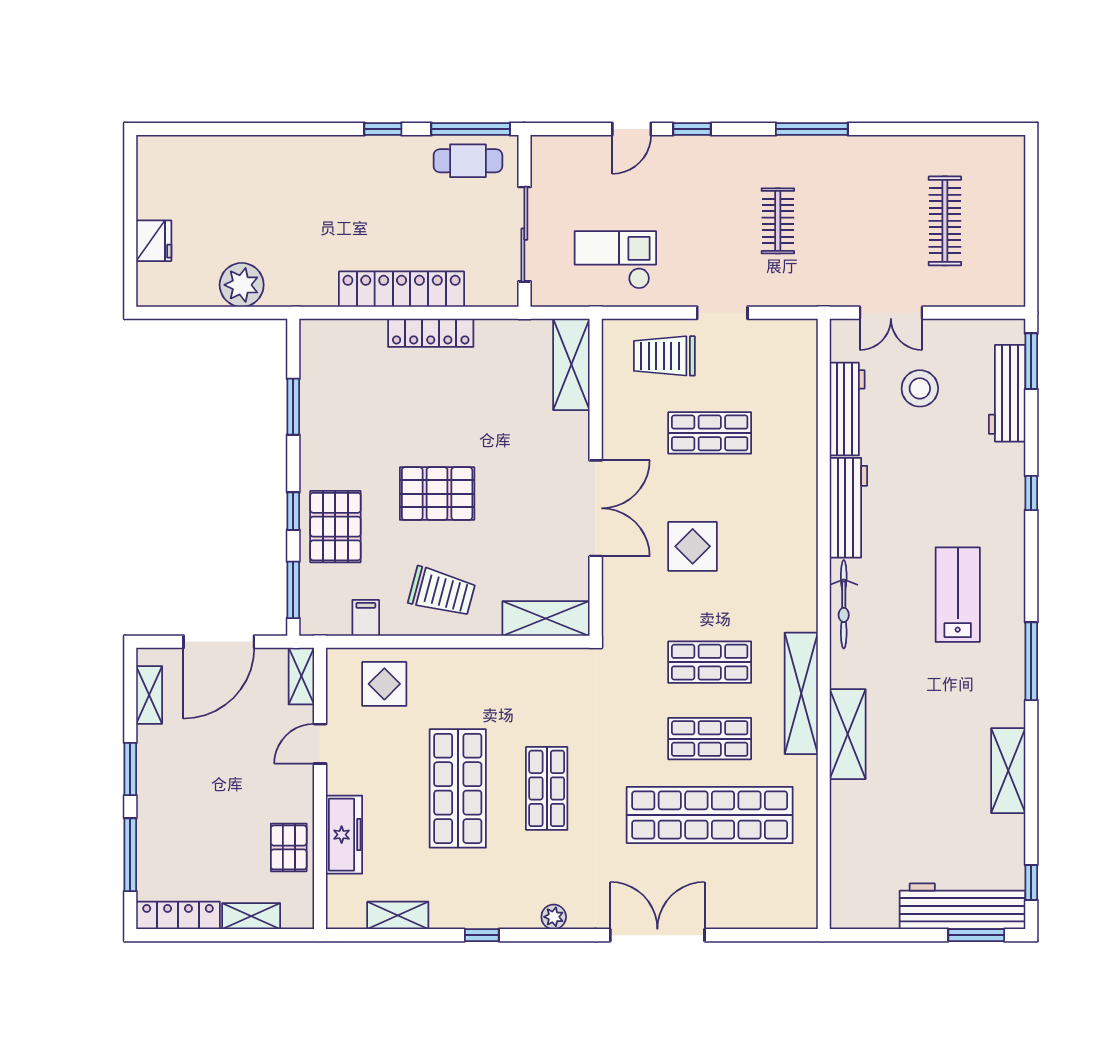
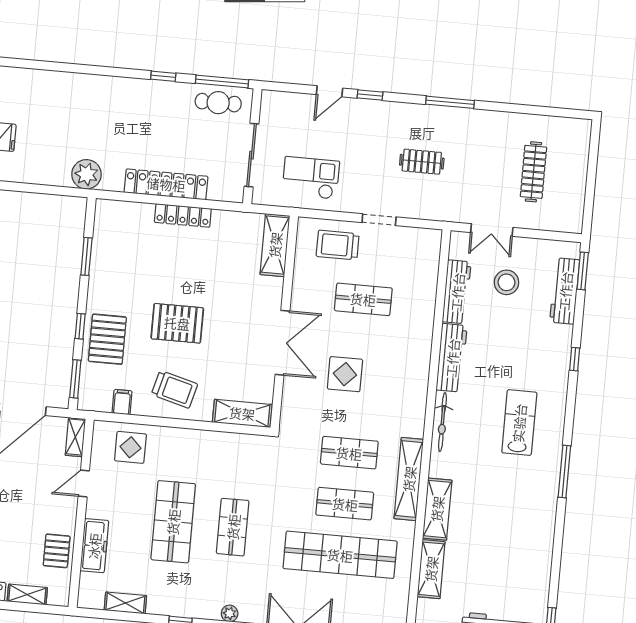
clothes rail: (778, 221) -> (422, 162), turned 90
plant: (242, 285) -> (86, 174), moved
shelving: (1008, 771) -> (431, 569), moved

